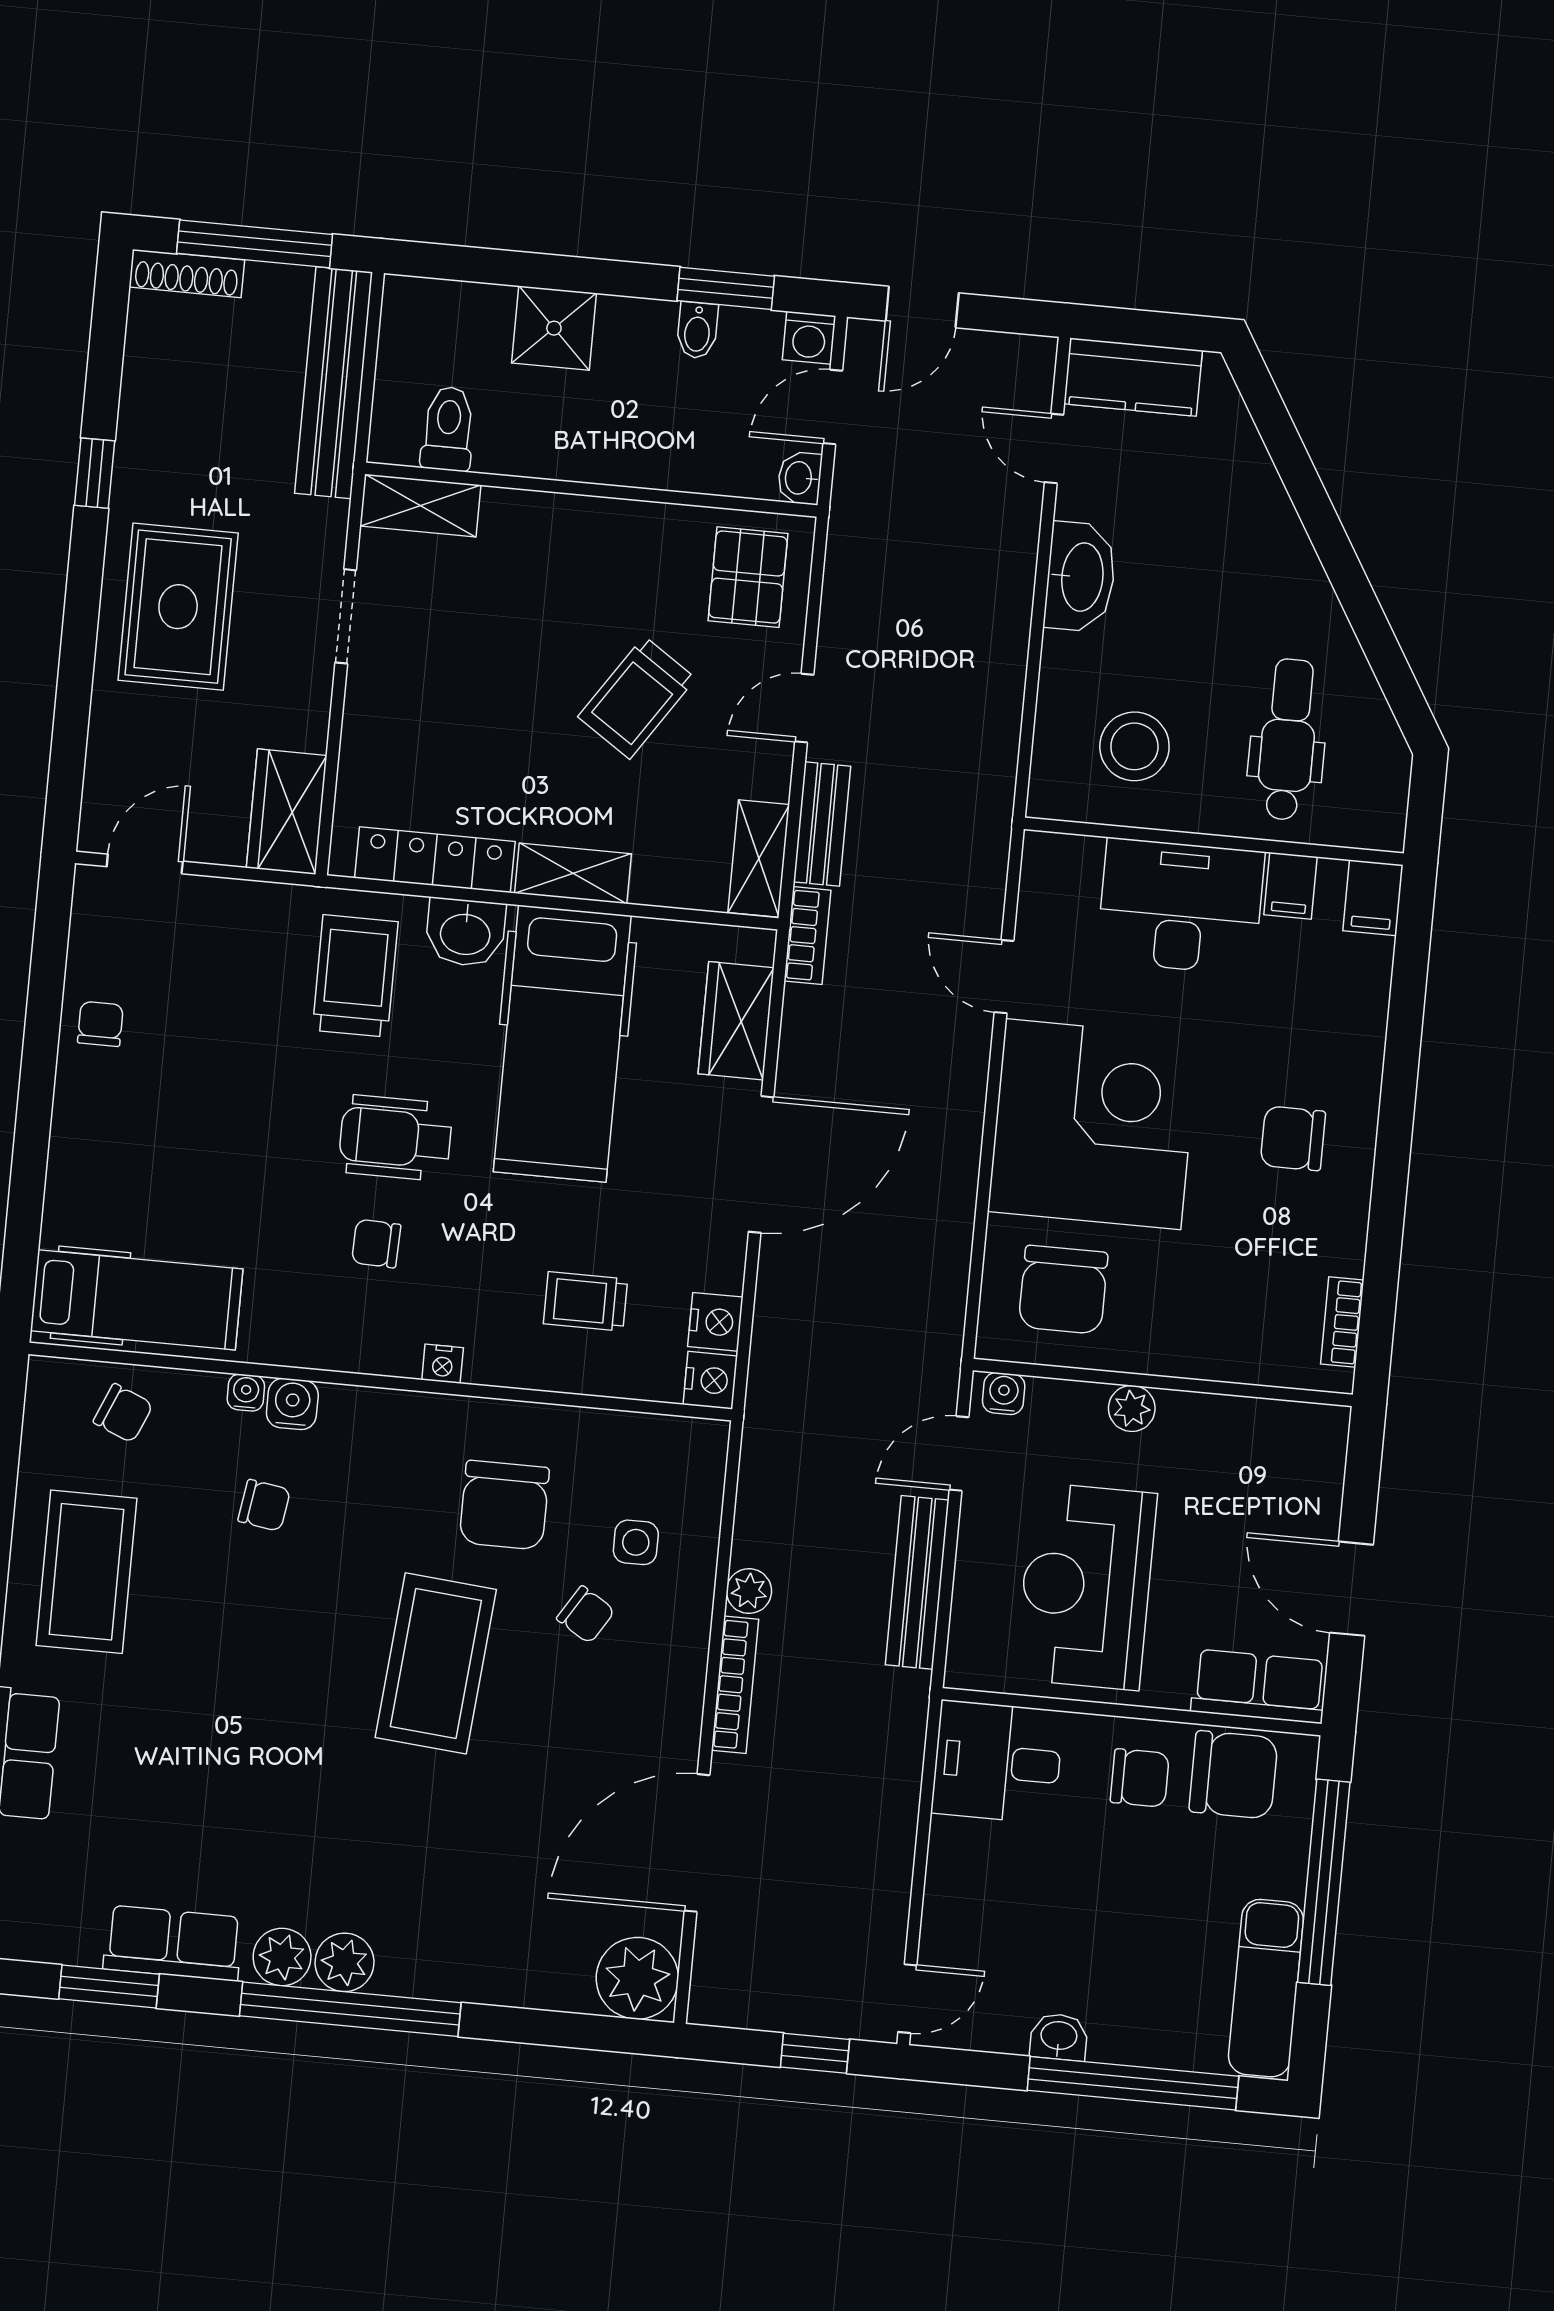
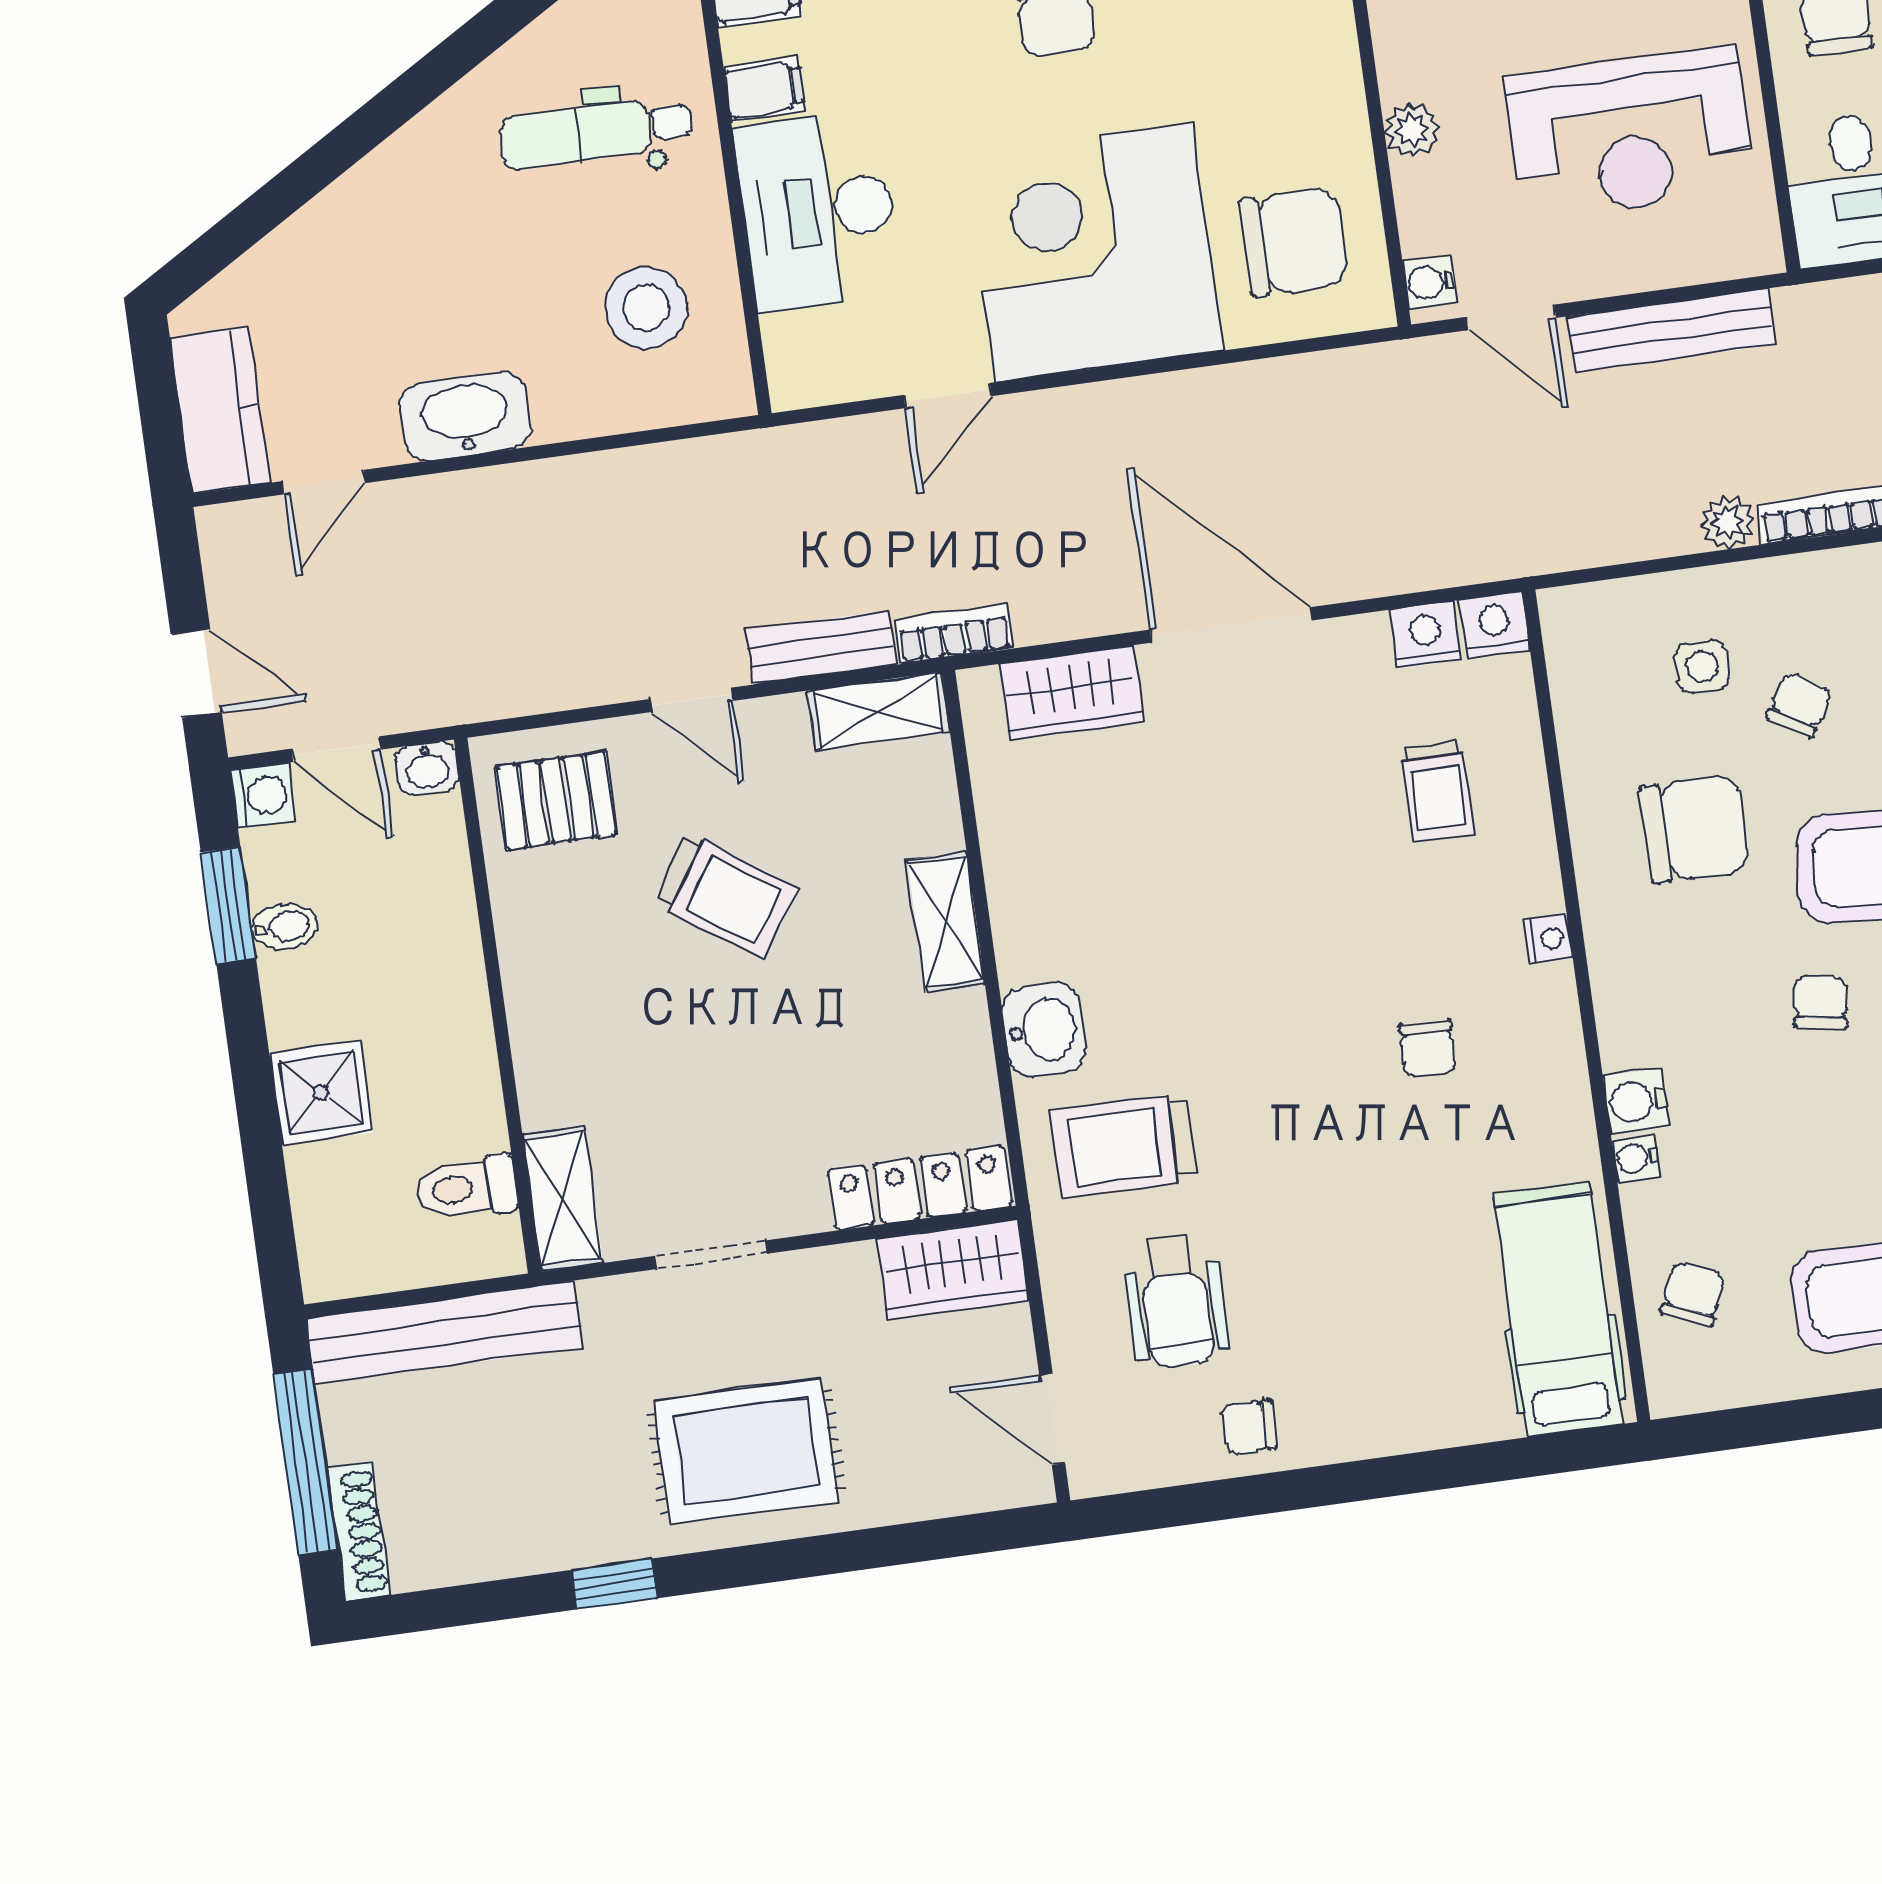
locker: (435, 860) -> (920, 1188), moved, turned 90
hospital bed: (562, 1044) -> (1146, 888), removed
wheelchair: (395, 1138) -> (1176, 1301), moved
chair: (264, 1505) -> (1821, 1003), moved

